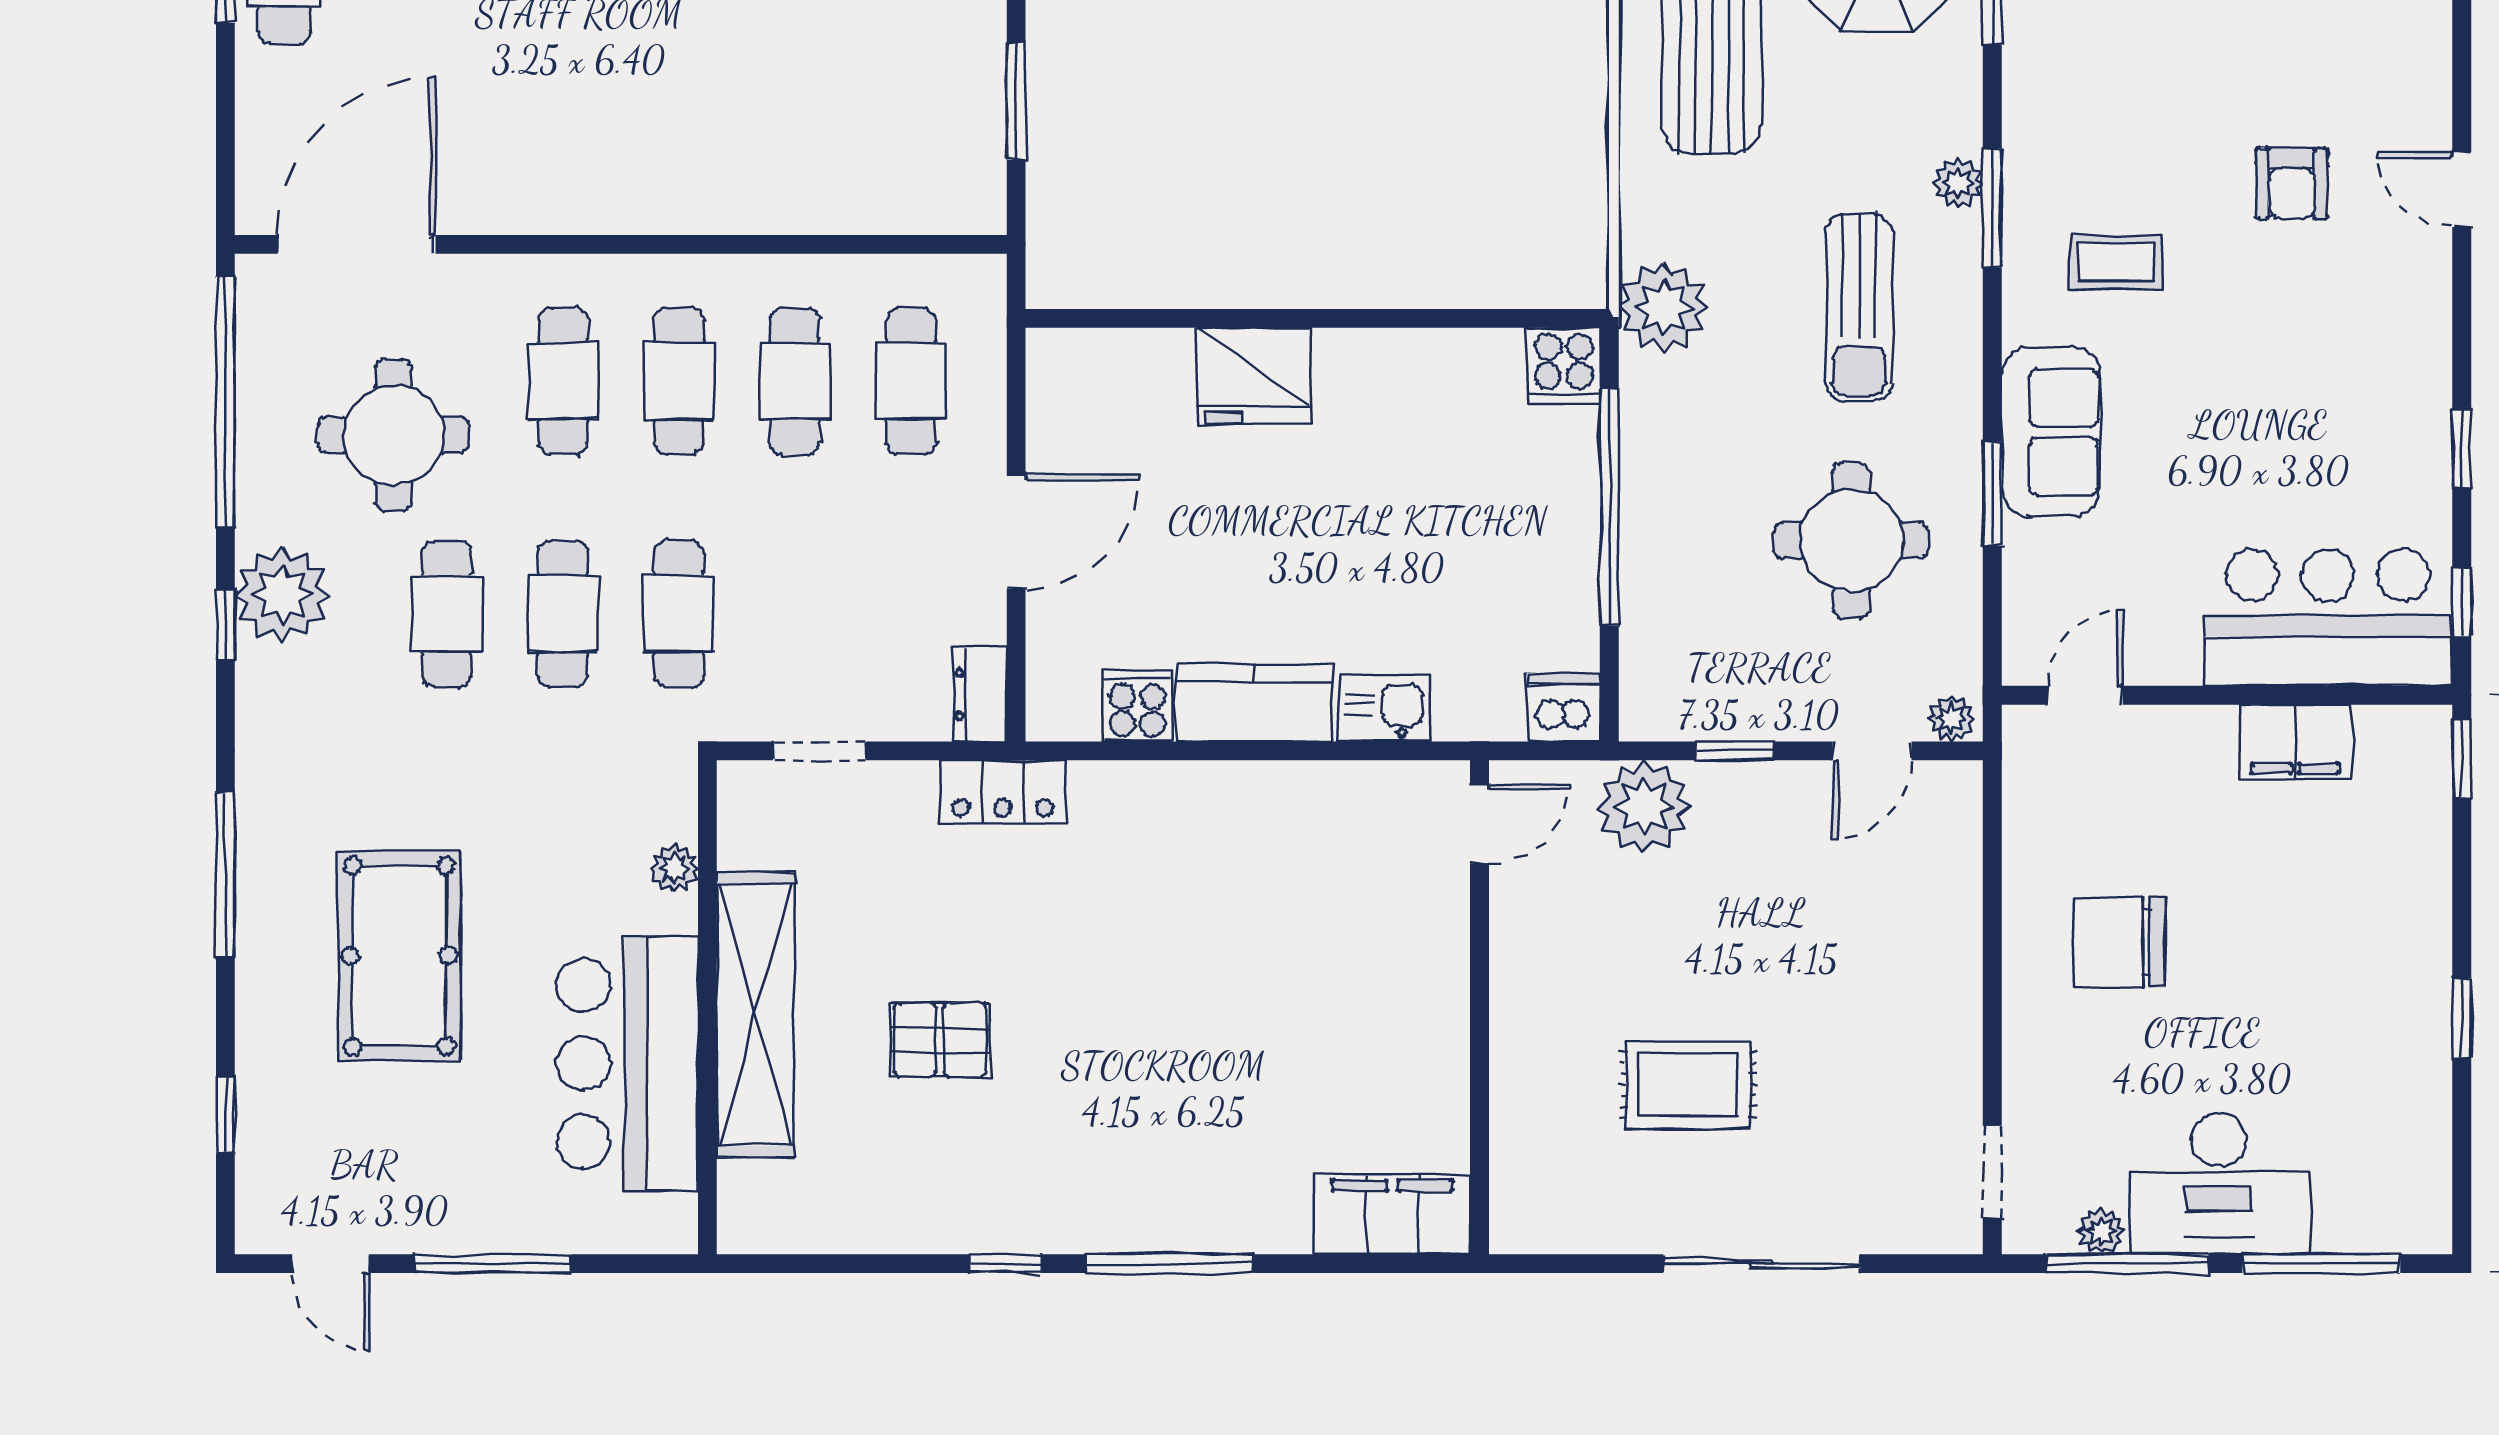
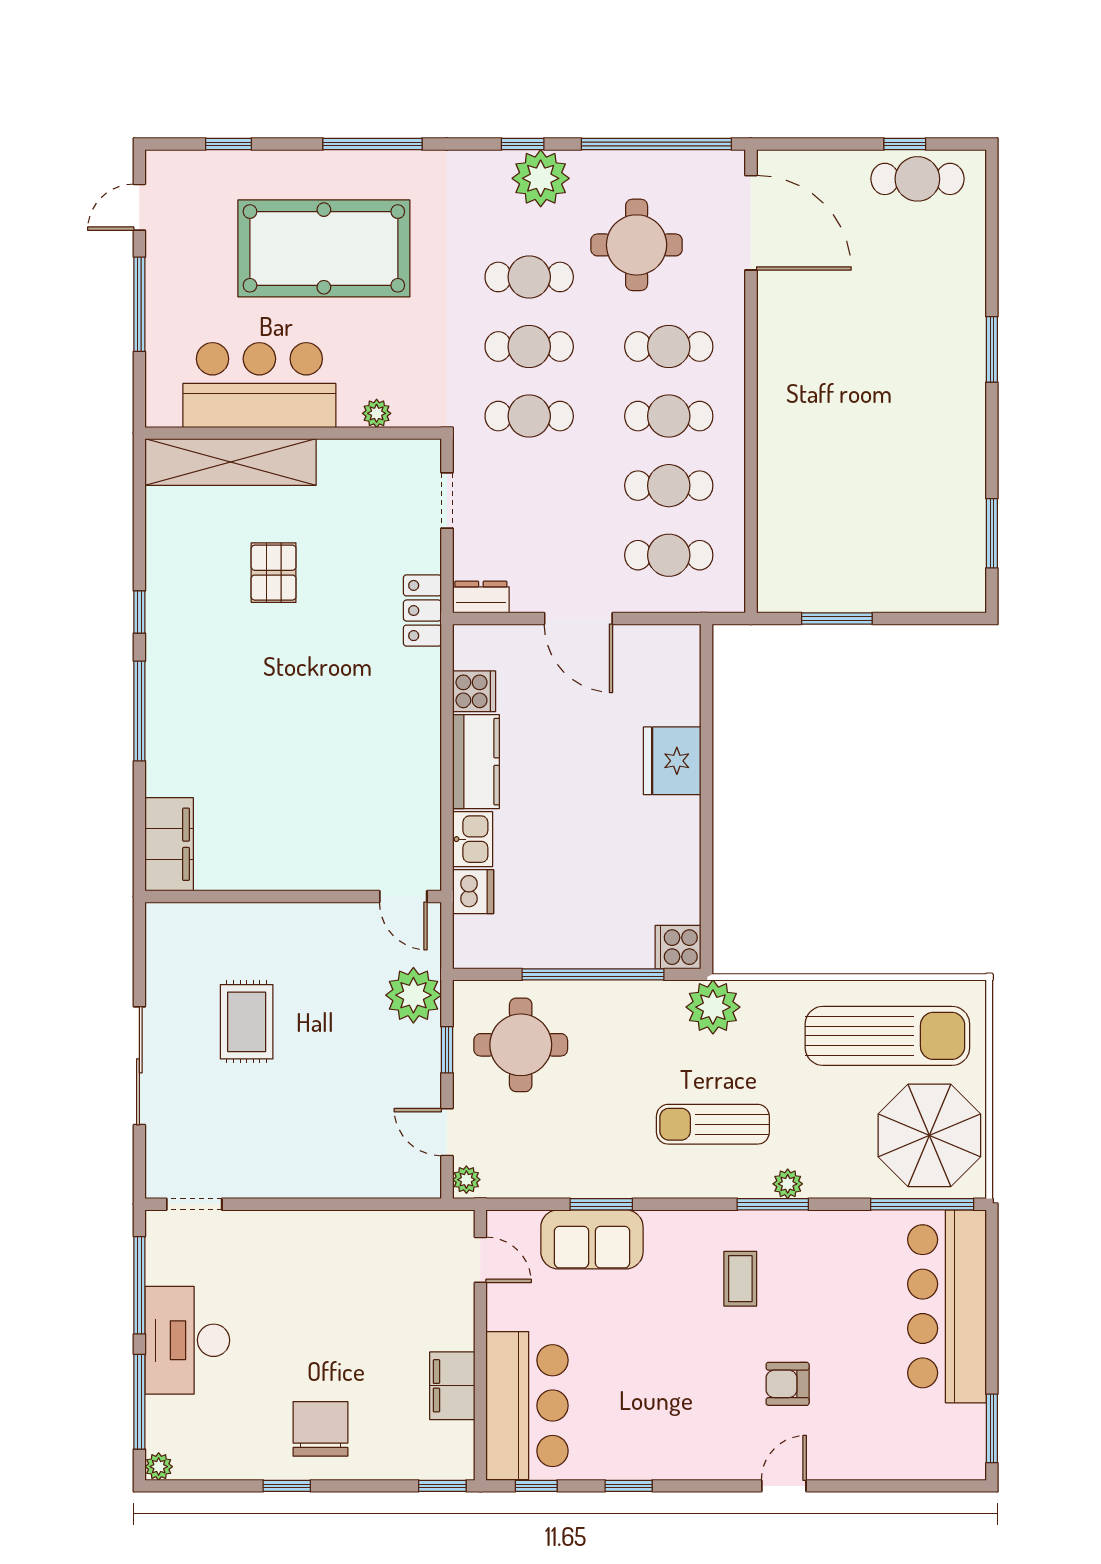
sofa: (2051, 432) -> (592, 1239), moved
round table: (1851, 540) -> (521, 1045), moved
dishwasher: (1563, 707) -> (473, 892), moved
chair: (2119, 942) -> (320, 1429), moved
pool table: (399, 956) -> (324, 248), width x1.36, depth x1.32
shelving: (755, 1015) -> (230, 462), moved
plant: (2101, 1231) -> (159, 1467), moved

